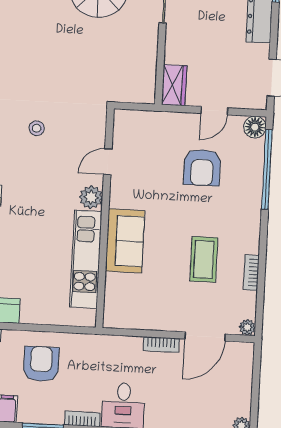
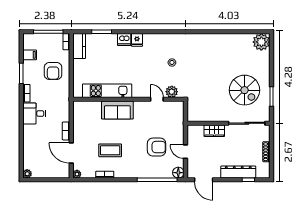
wardrobe: (174, 85) -> (214, 131), moved
armchair: (202, 167) -> (157, 147), turned 180
plant: (91, 197) -> (172, 92), moved
armchair: (41, 364) -> (53, 71), turned 90

